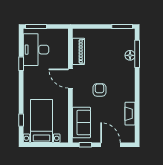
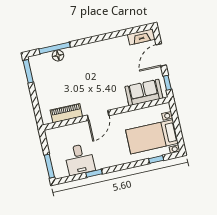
desk: (36, 50) -> (80, 159), width x0.73
armchair: (99, 90) -> (104, 81), removed
fireplace: (130, 114) -> (141, 37), moved

